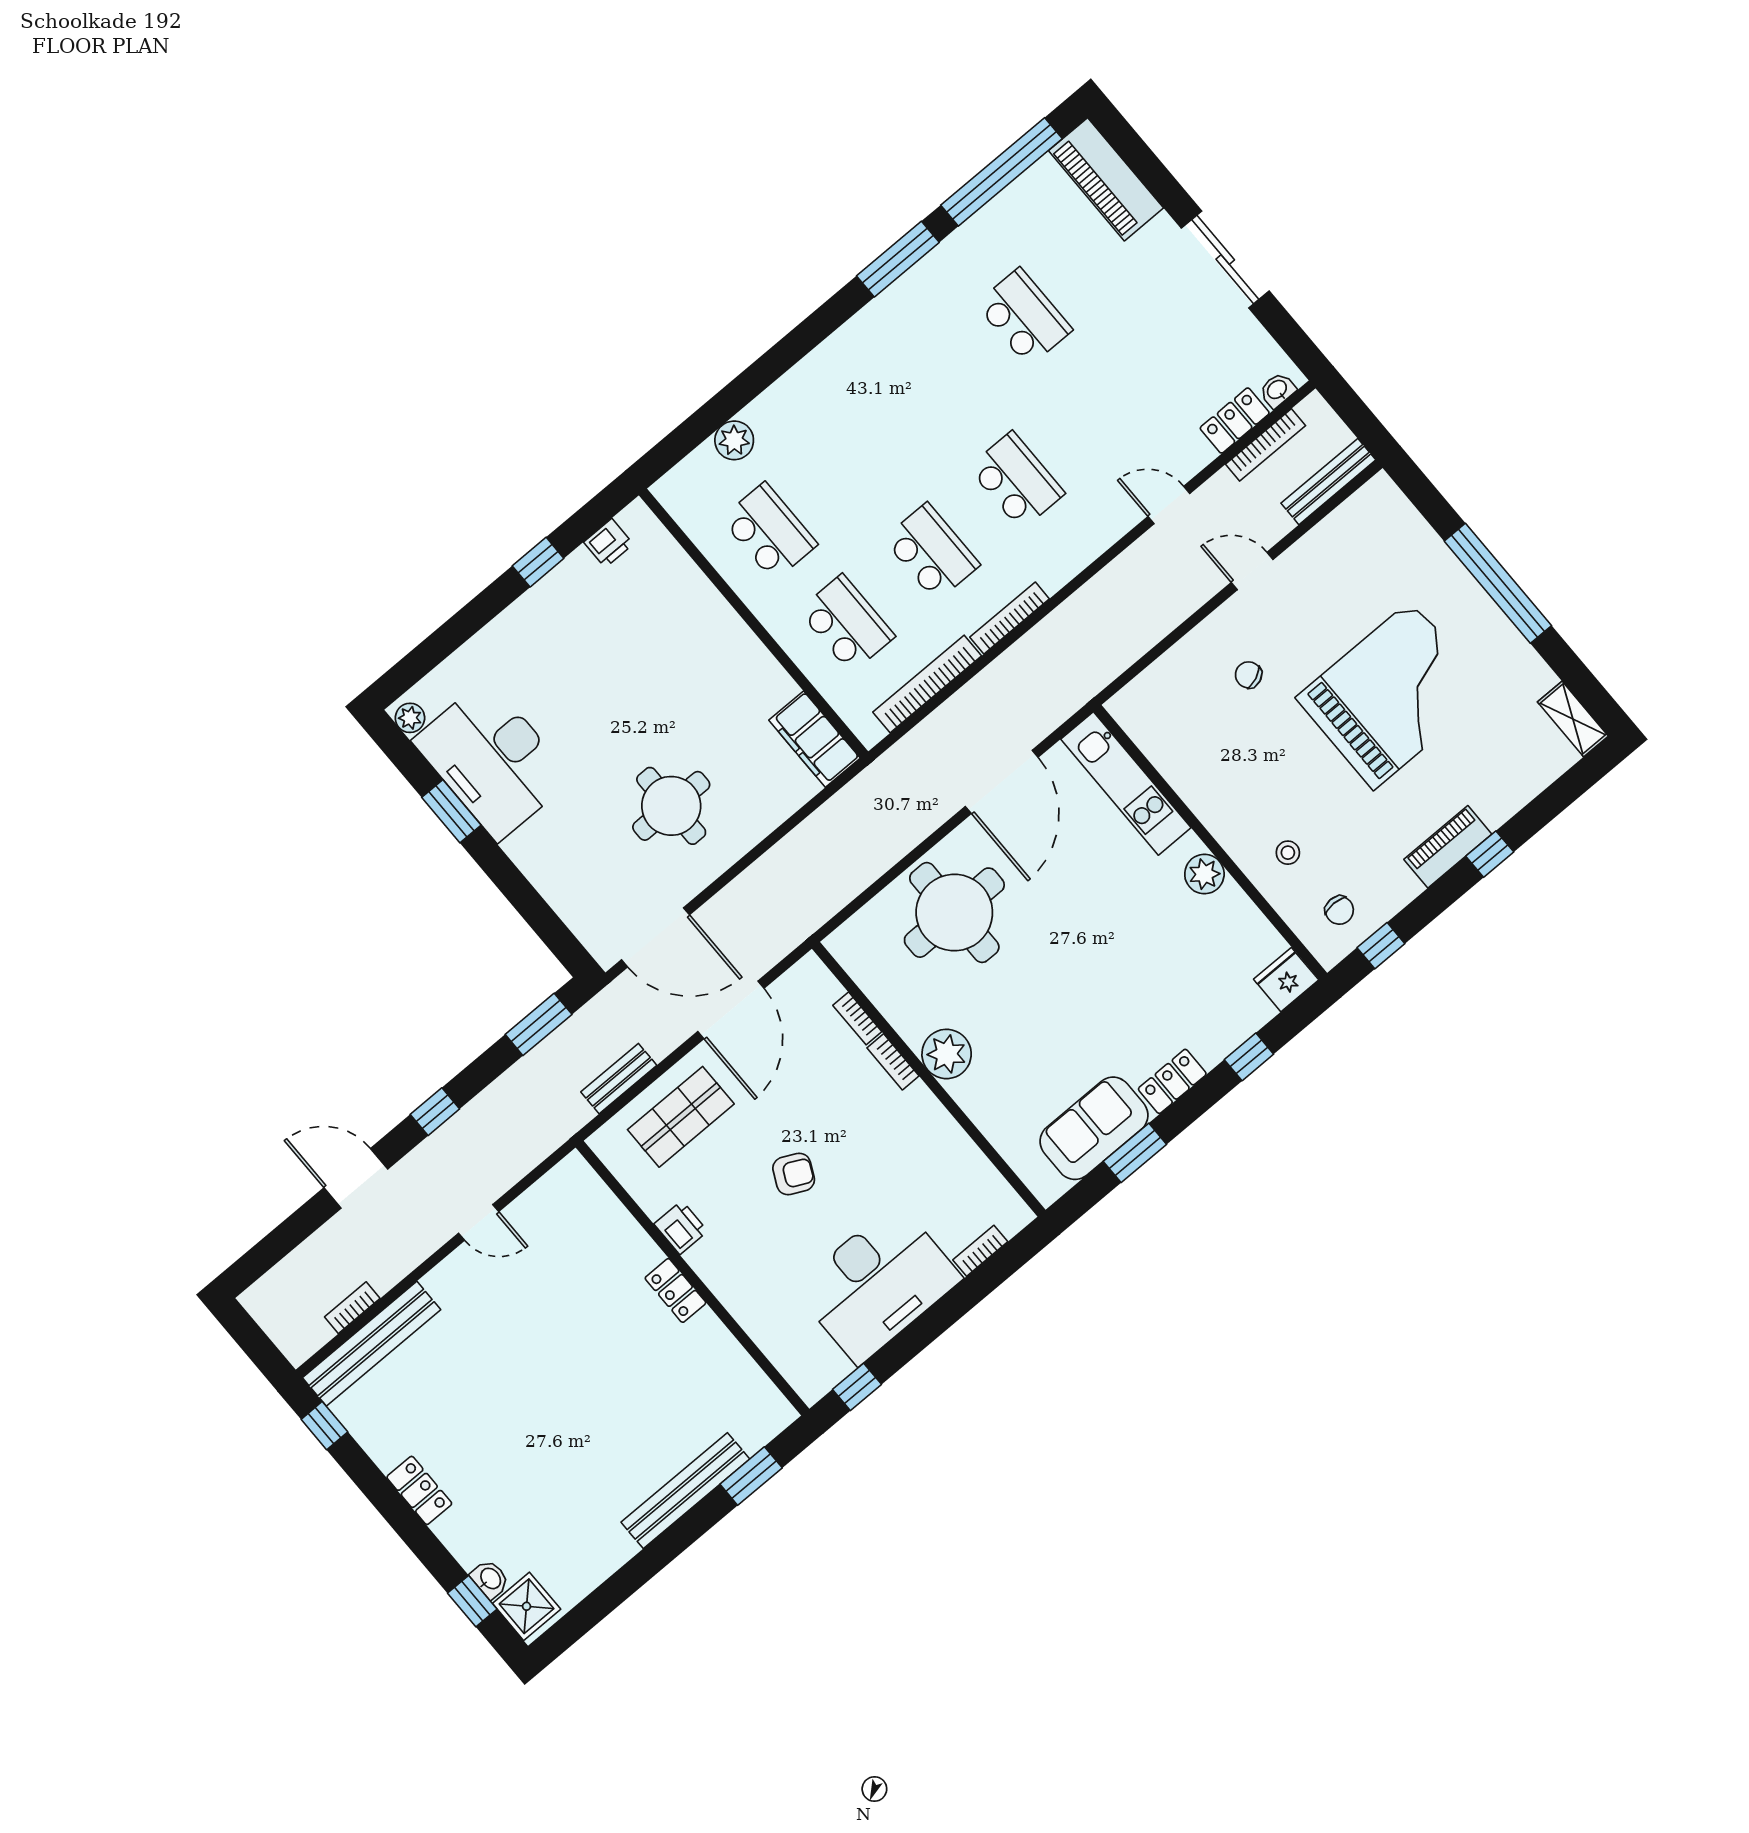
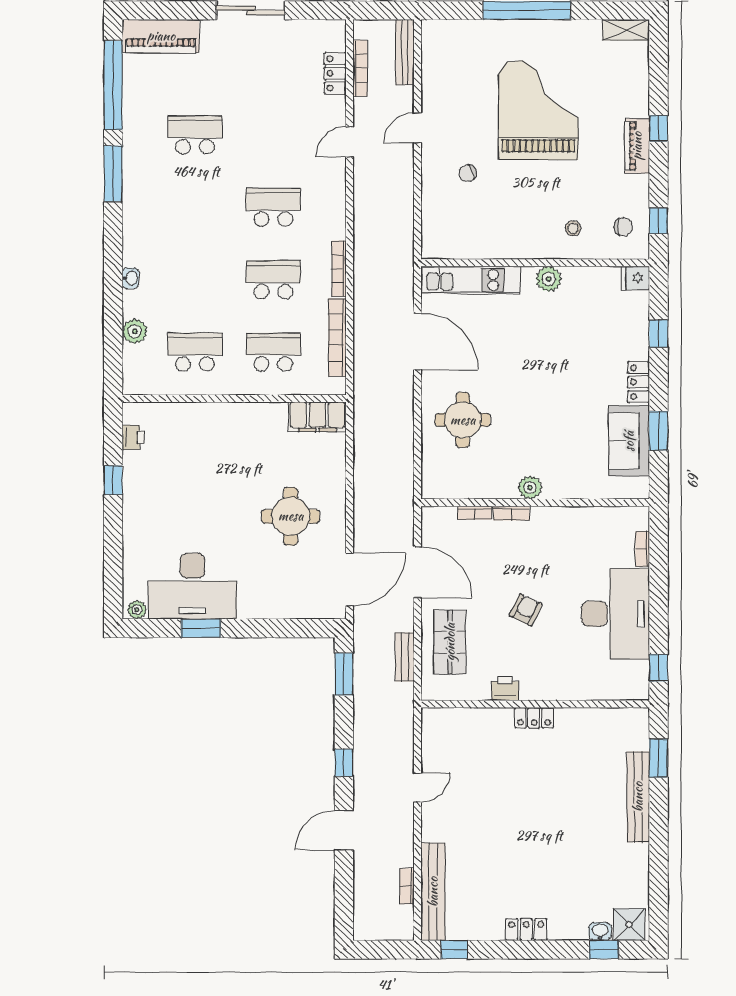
washbasin: (1277, 390) -> (130, 278), moved, turned 180
round table: (954, 913) -> (463, 420), width x0.73, depth x0.73
fridge: (1286, 980) -> (636, 278), width x0.72
plant: (947, 1054) -> (530, 487), width x0.73, depth x0.73

